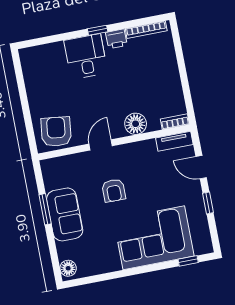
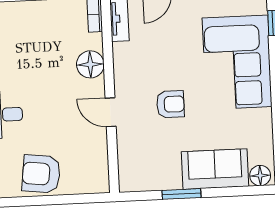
armchair: (56, 132) -> (41, 174), moved
sofa: (65, 214) -> (215, 169), moved

